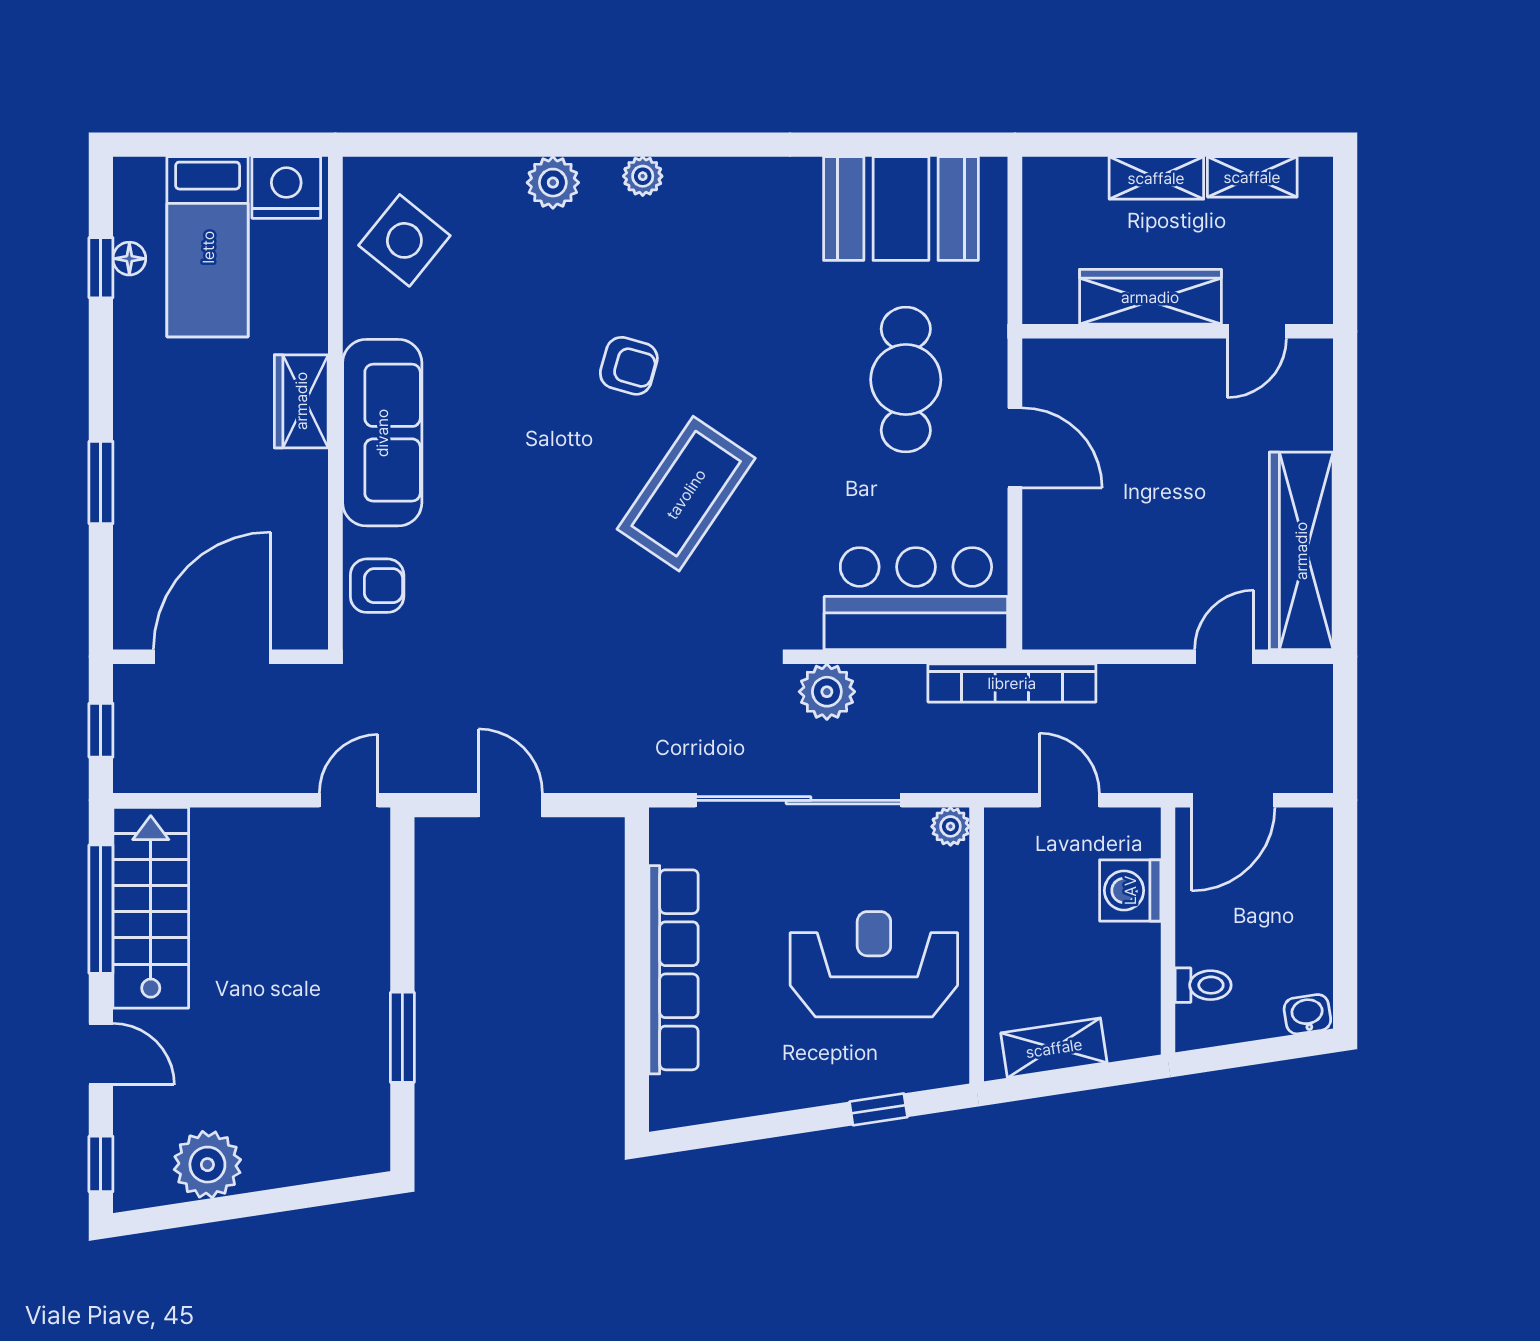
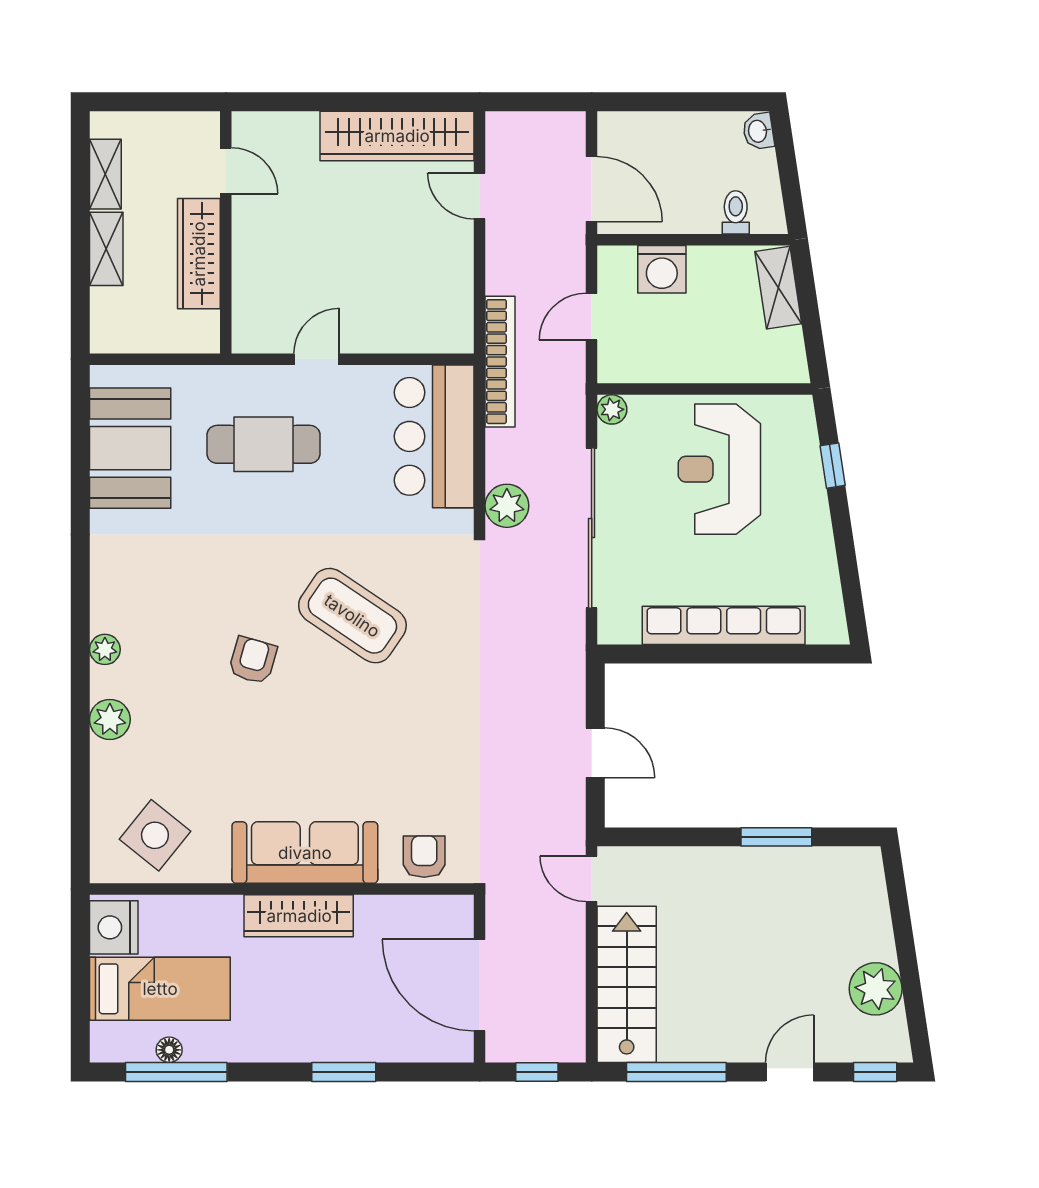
window: (101, 268) -> (176, 1072), width x2.17
wardrobe: (301, 401) -> (299, 916), width x1.50
door: (1015, 448) -> (317, 359), width x0.73
door: (510, 805) -> (595, 753), swing flipped
stairs: (151, 908) -> (627, 984), moved, turned 90
shelving: (1054, 1048) -> (778, 288), moved

